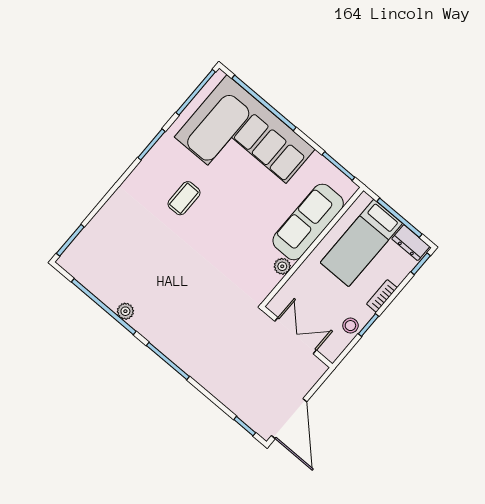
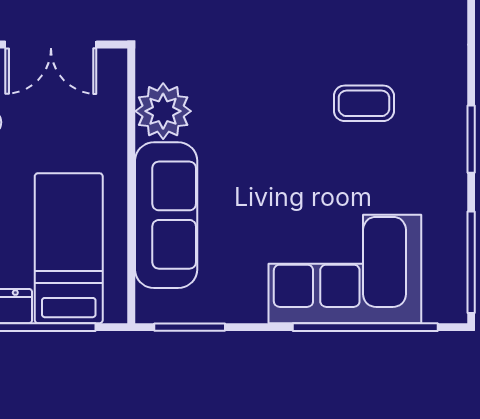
corner sofa: (245, 143) -> (345, 269), width x0.73, depth x0.74
coffee table: (184, 198) -> (364, 103), turned 90
plant: (282, 266) -> (163, 111), width x1.88, depth x1.88

